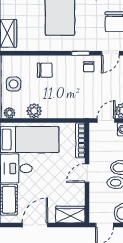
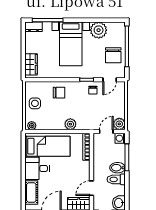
plant: (34, 111) -> (70, 124), moved
door: (87, 173) -> (92, 188), moved

